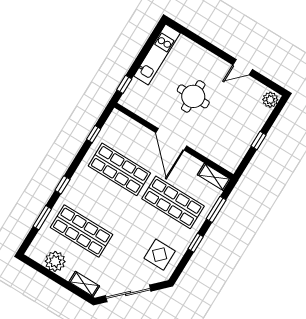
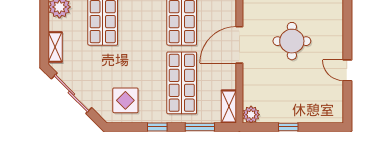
plant: (270, 100) -> (251, 115), moved

